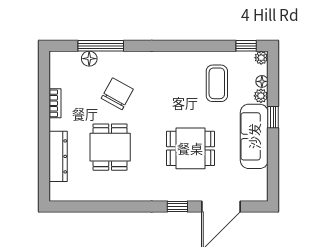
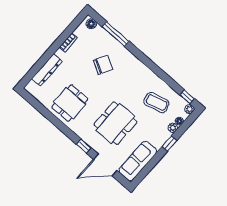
floor lamp: (89, 59) -> (91, 24), moved
coffee table: (217, 83) -> (156, 103), turned 75
sofa: (254, 136) -> (138, 161), moved
dining table: (110, 147) -> (70, 103), moved
dining table: (190, 148) -> (115, 123), width x1.38

